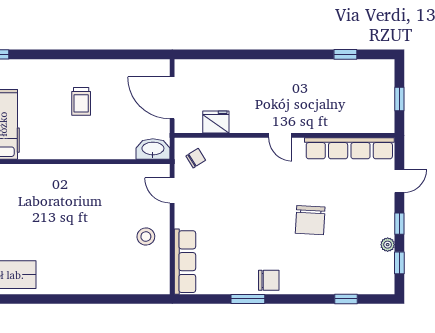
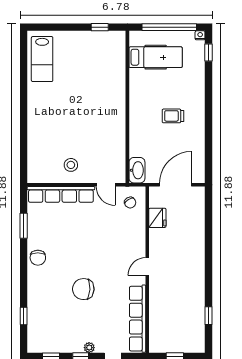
door: (172, 191) -> (106, 185), swing flipped
plant: (388, 245) -> (89, 348), moved
row of seats: (185, 262) -> (61, 194), width x1.36
window: (248, 299) -> (24, 226), moved

